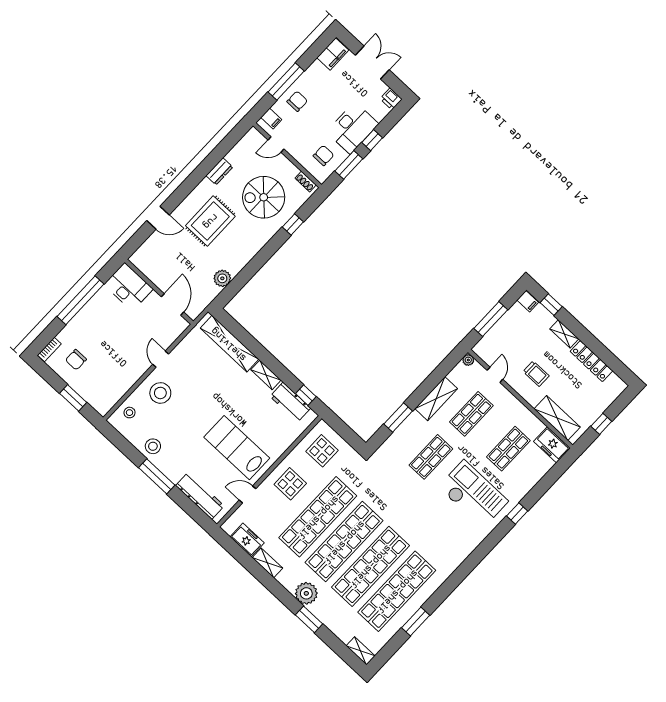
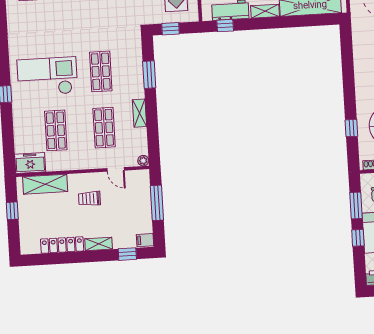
plant: (222, 278) -> (360, 44), removed
shelving: (436, 399) -> (140, 113), width x0.67, depth x0.75
window: (348, 434) -> (171, 29), added
checkout: (473, 494) -> (47, 76), turned 180

